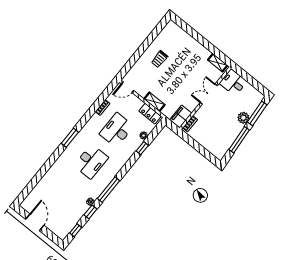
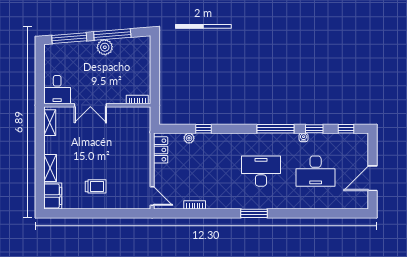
shelving: (154, 102) -> (50, 168), moved
filing cabinet: (181, 117) -> (53, 196), moved, turned -90
plant: (243, 118) -> (105, 47), moved
desk: (117, 130) -> (316, 171), moved

